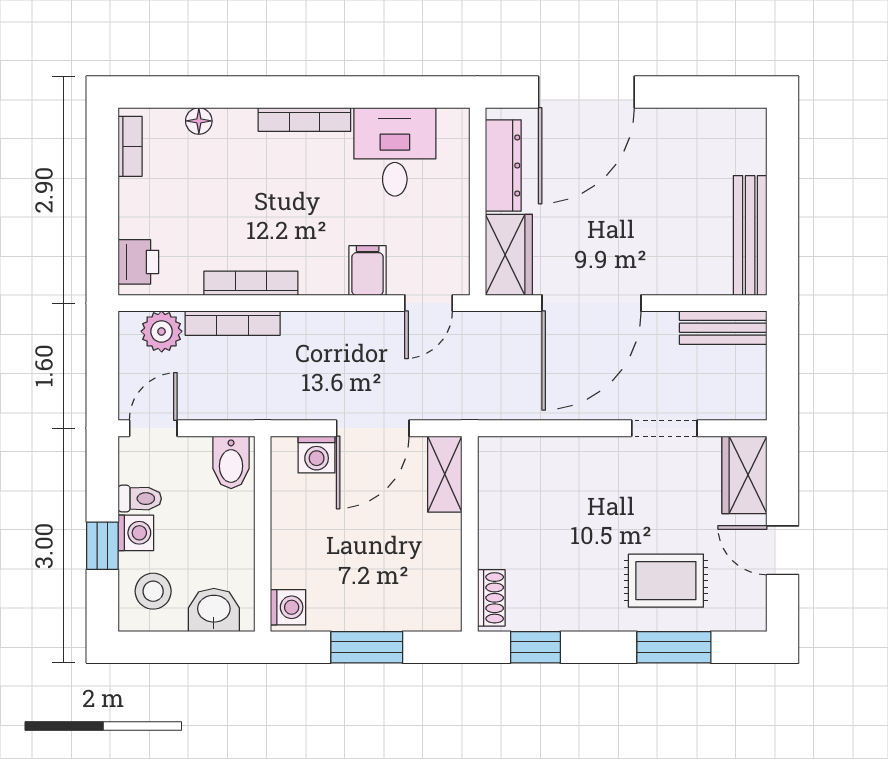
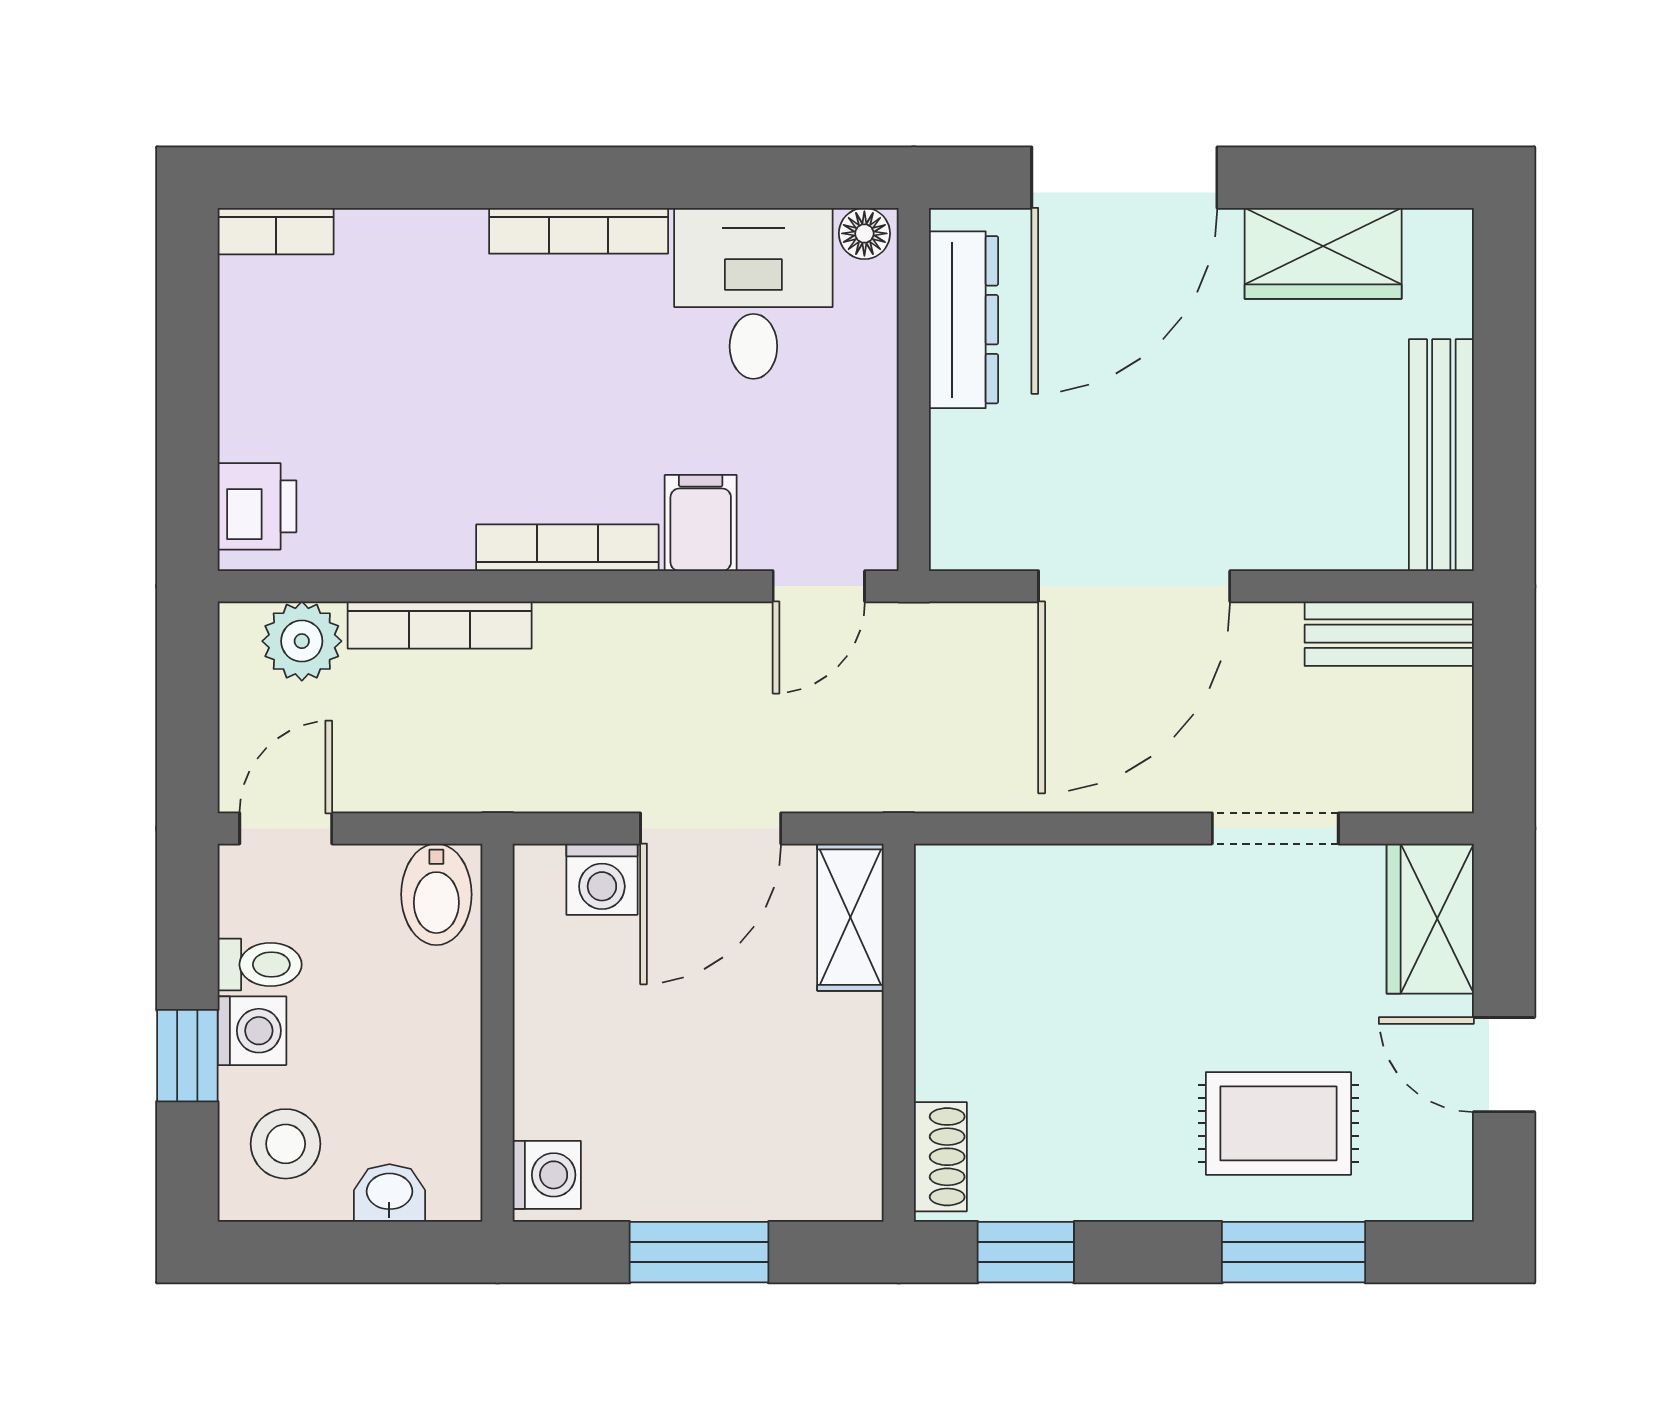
floor lamp: (199, 121) -> (864, 233), moved
bookcase: (130, 146) -> (276, 231), moved, turned 90
wardrobe: (509, 255) -> (1323, 253), moved, turned 90
bookcase: (251, 283) -> (567, 548), moved
washbasin: (214, 610) -> (389, 1193), width x0.72, depth x0.69

